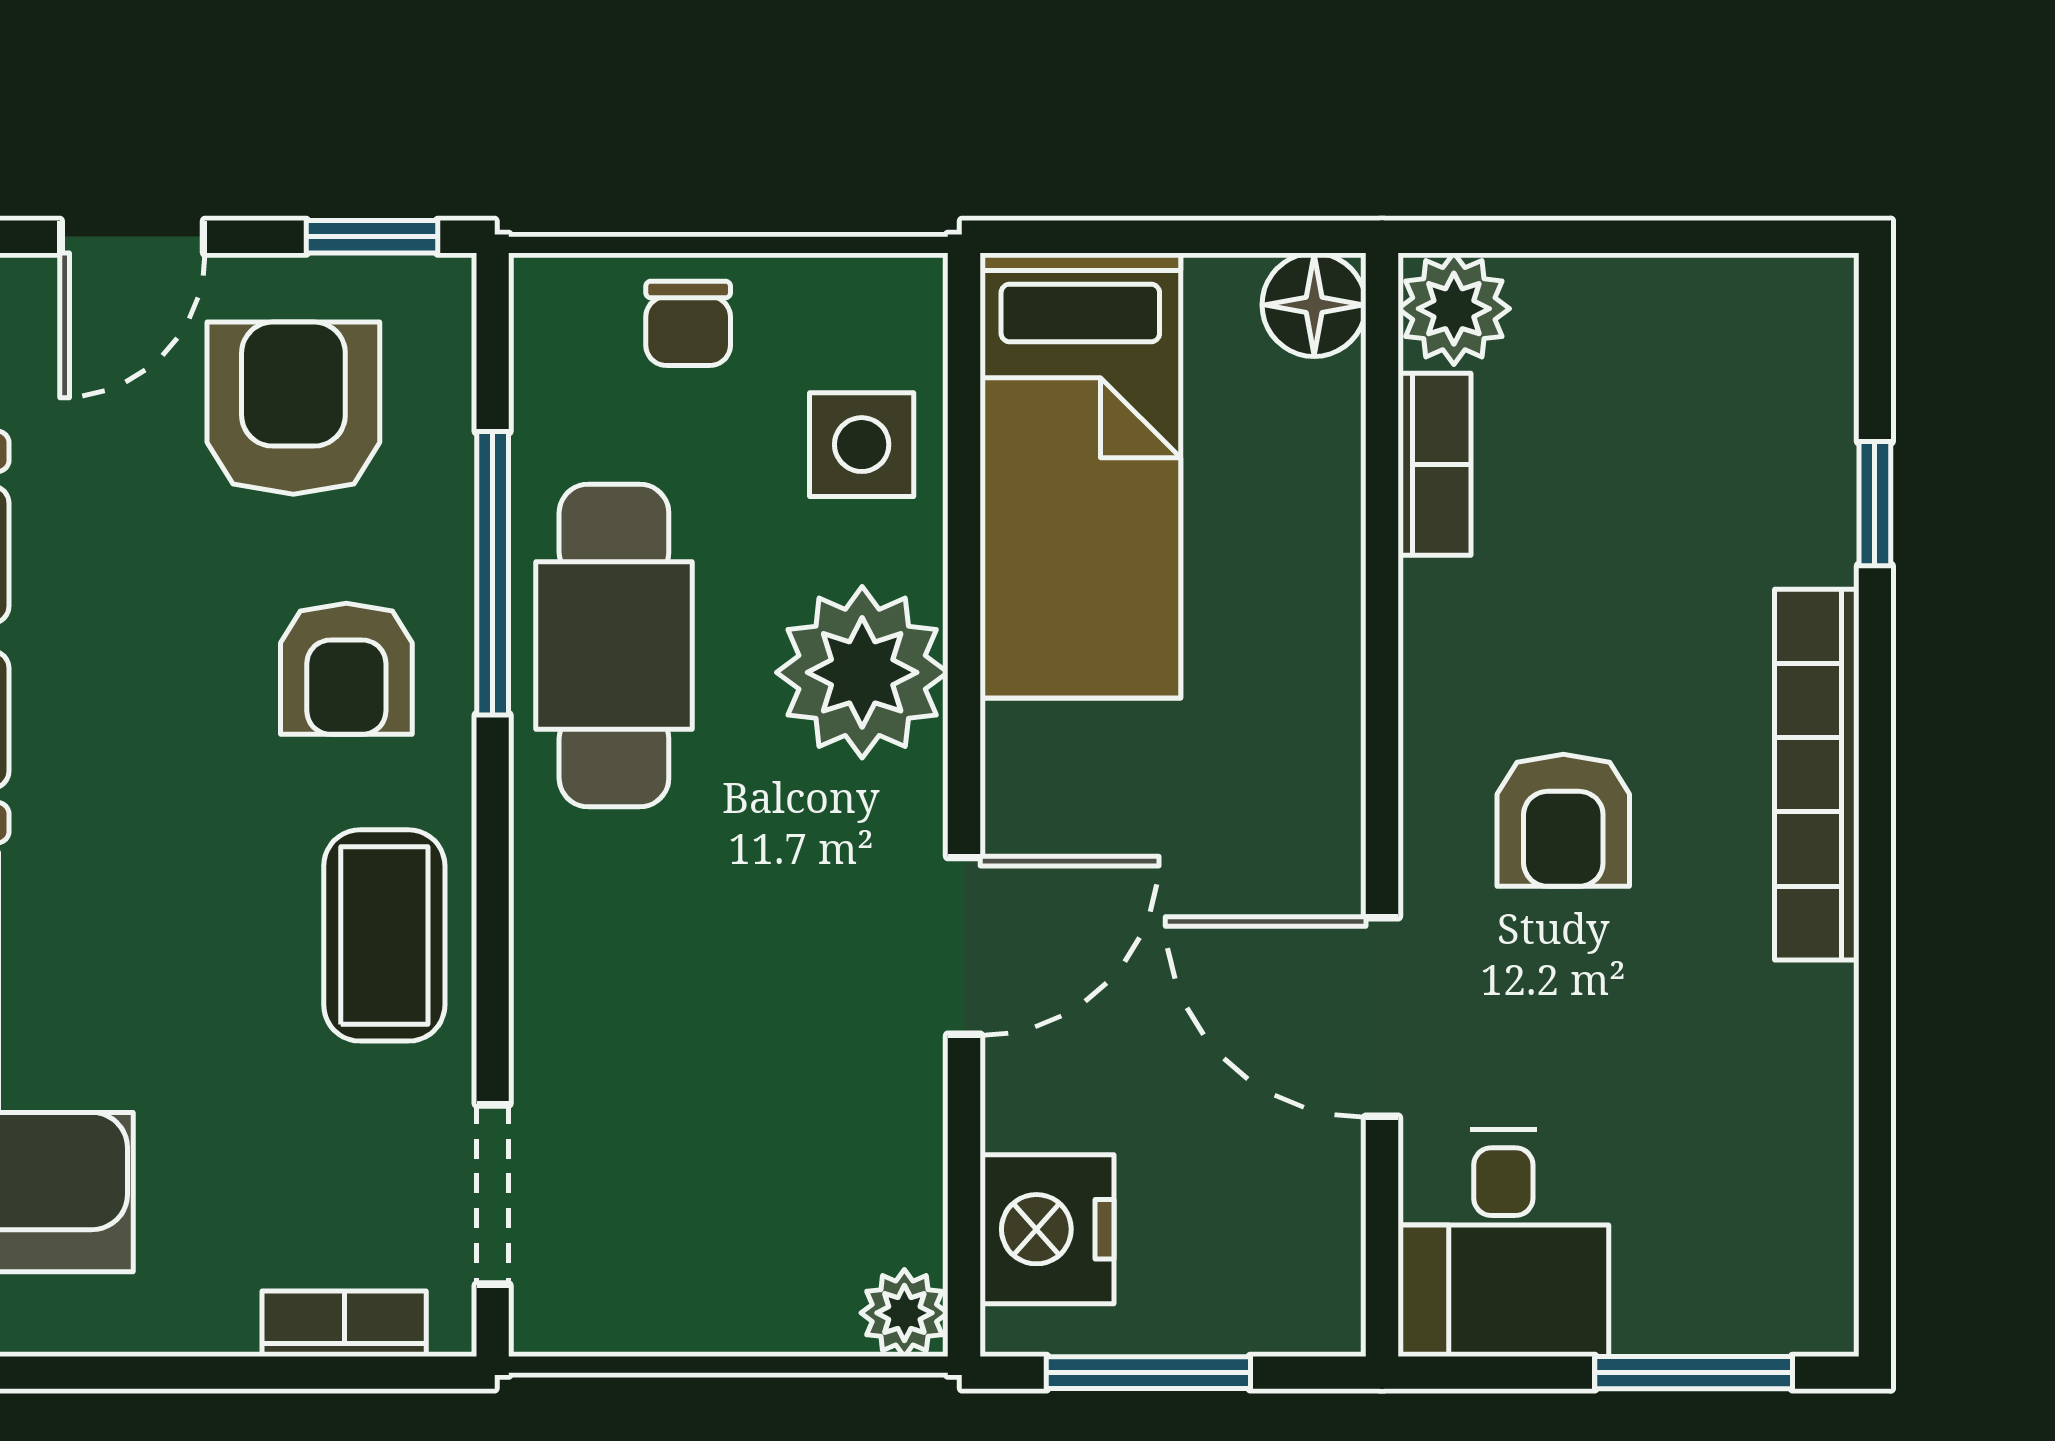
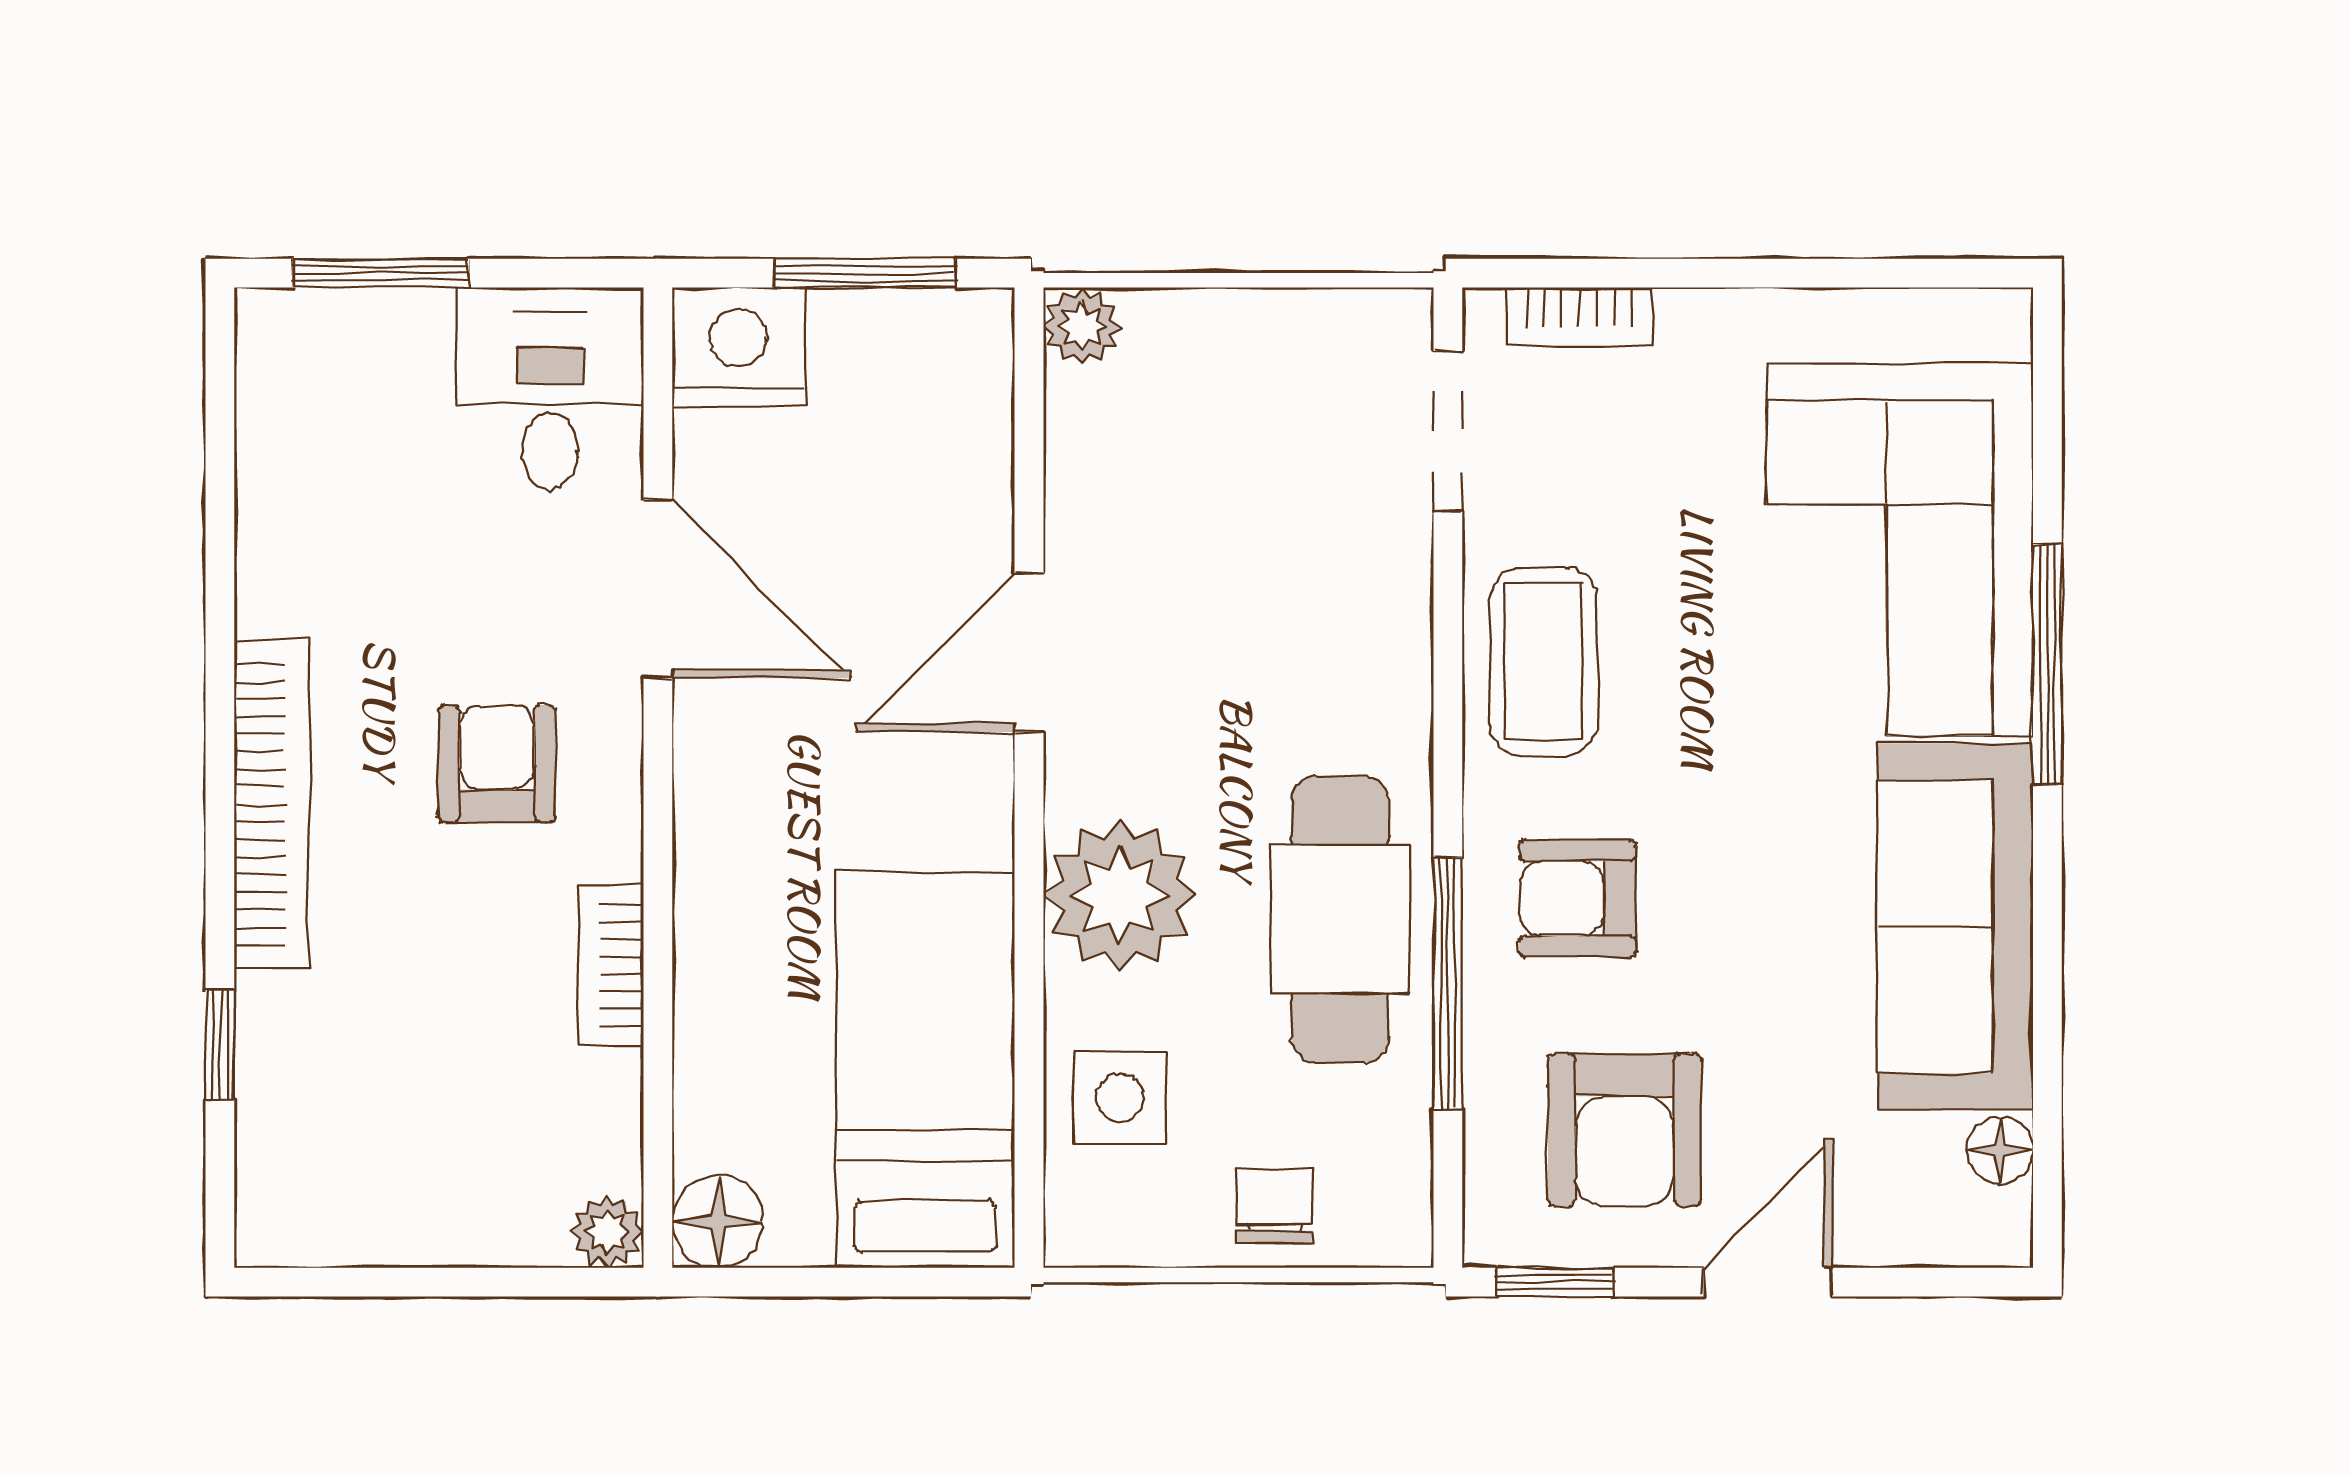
plant: (1454, 309) -> (607, 1232), width x0.73, depth x0.73
bookcase: (1434, 464) -> (611, 965), moved
armchair: (346, 669) -> (1578, 898), turned -90
nightstand: (1047, 1229) -> (738, 347), moved, turned -90

